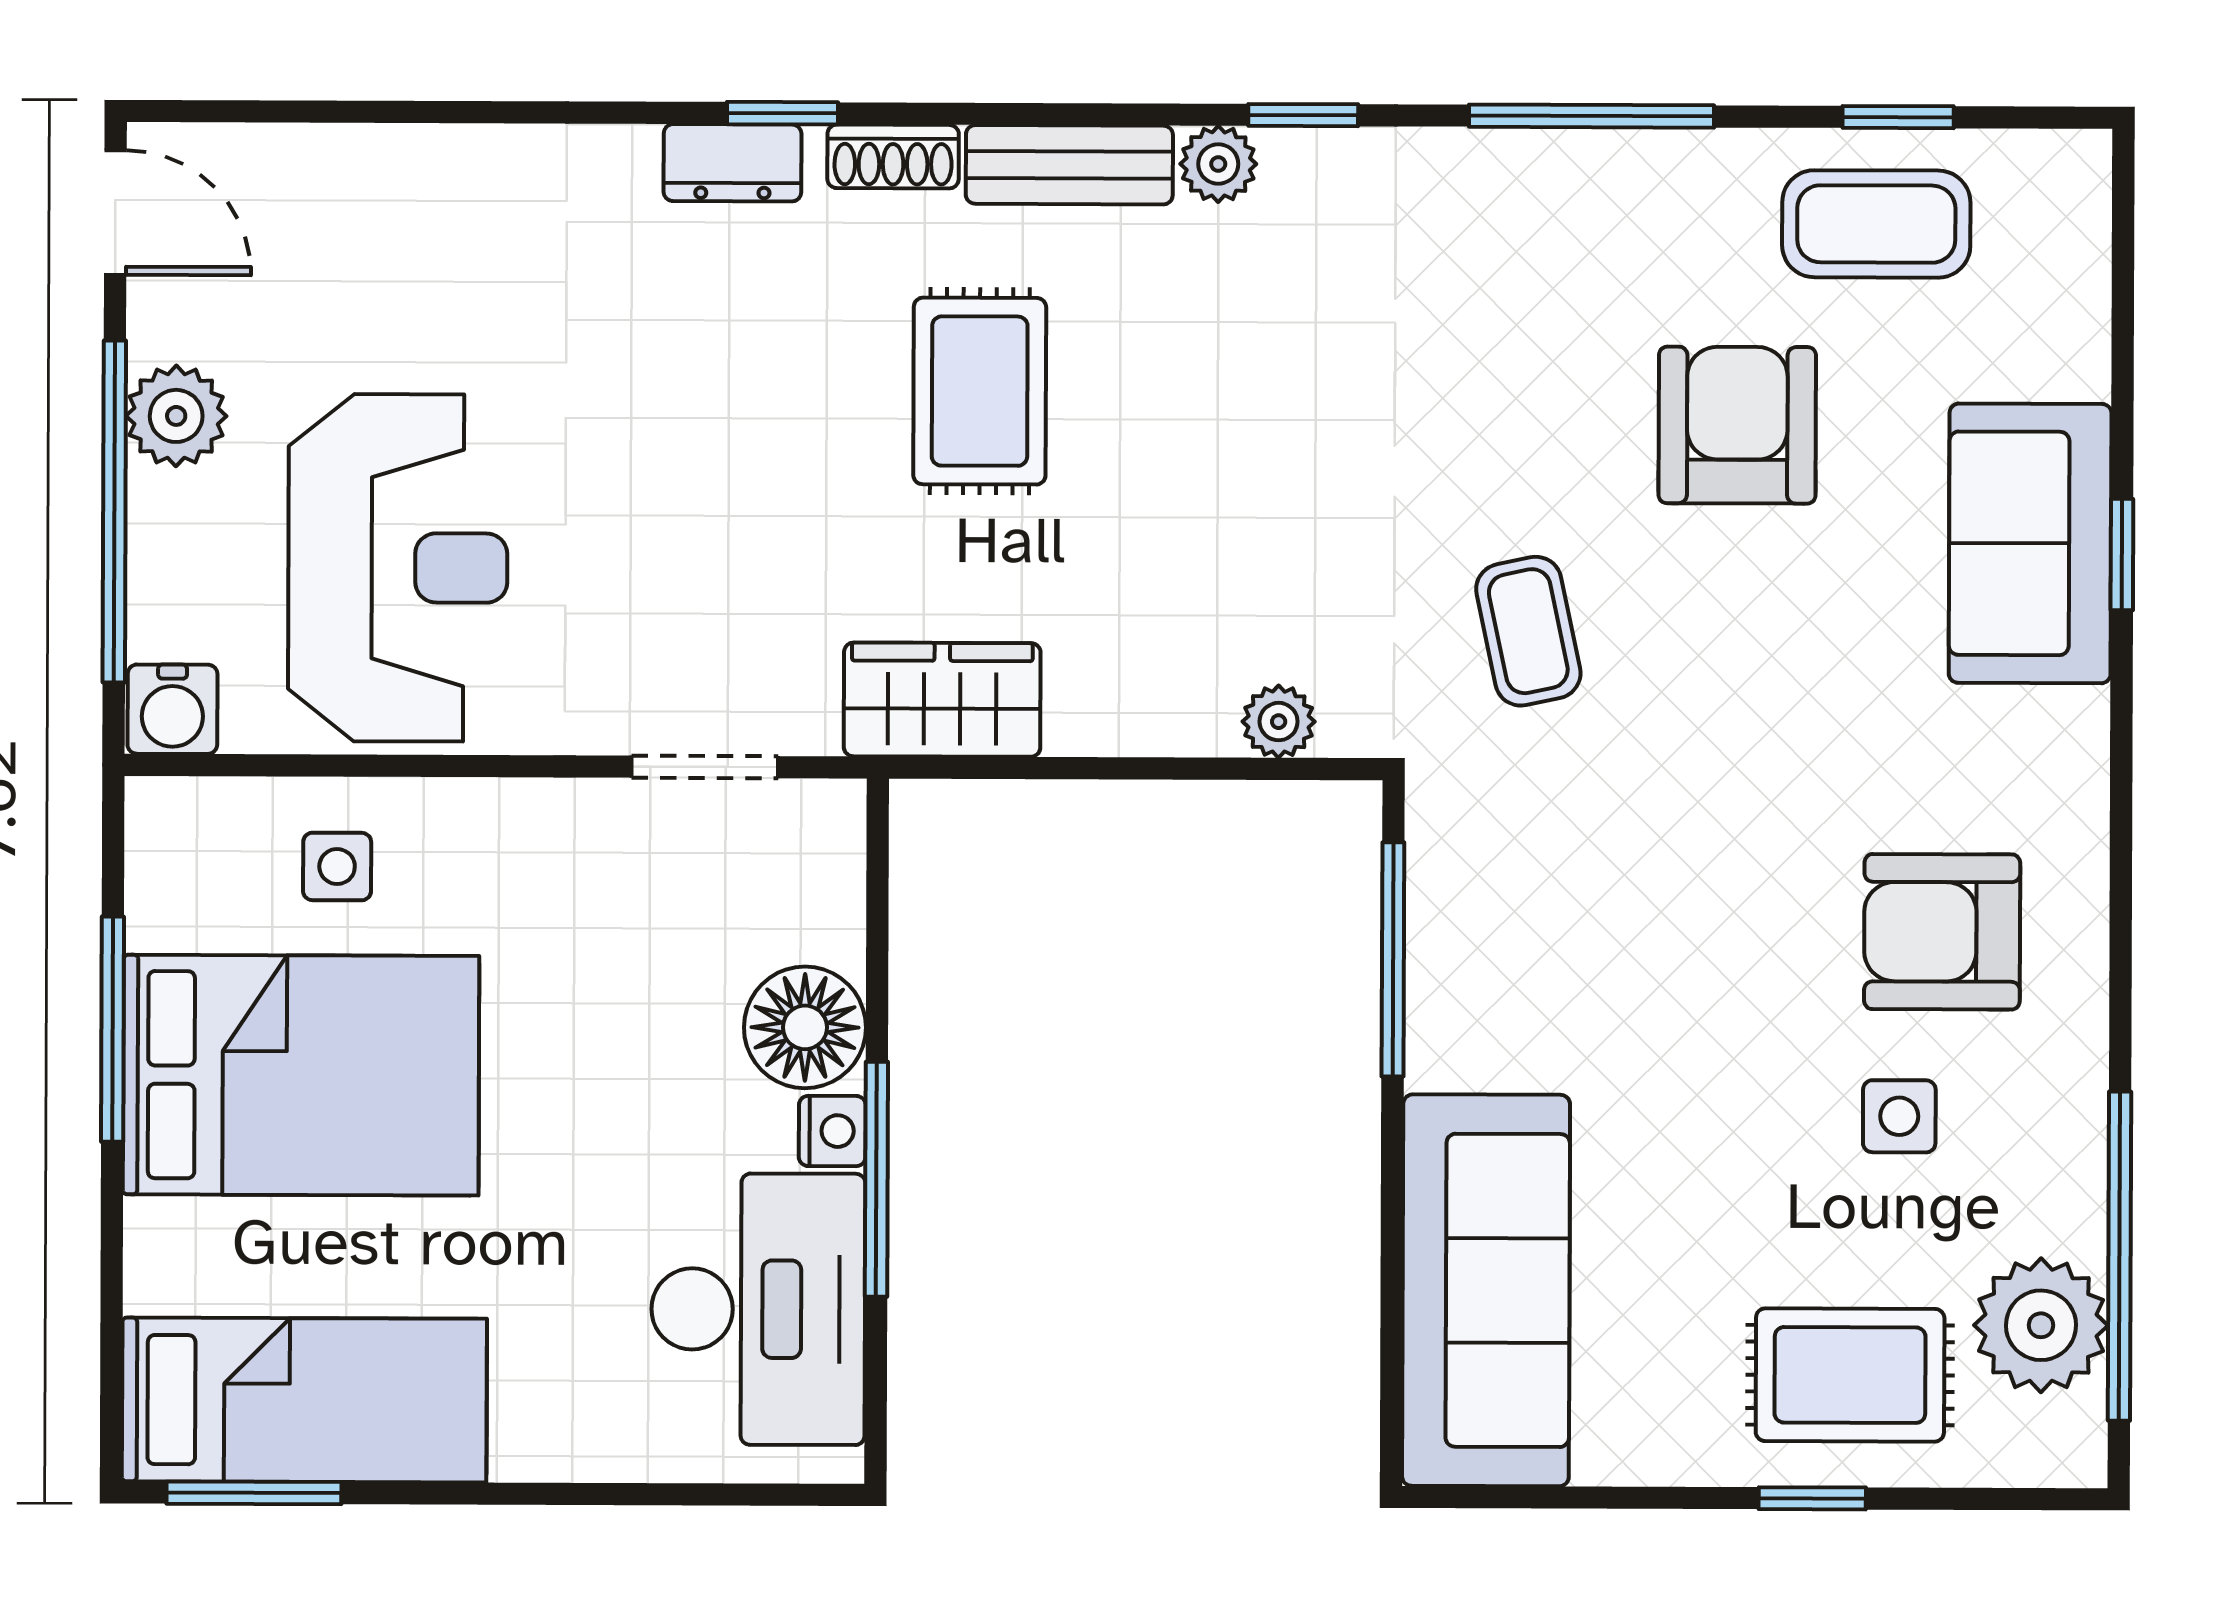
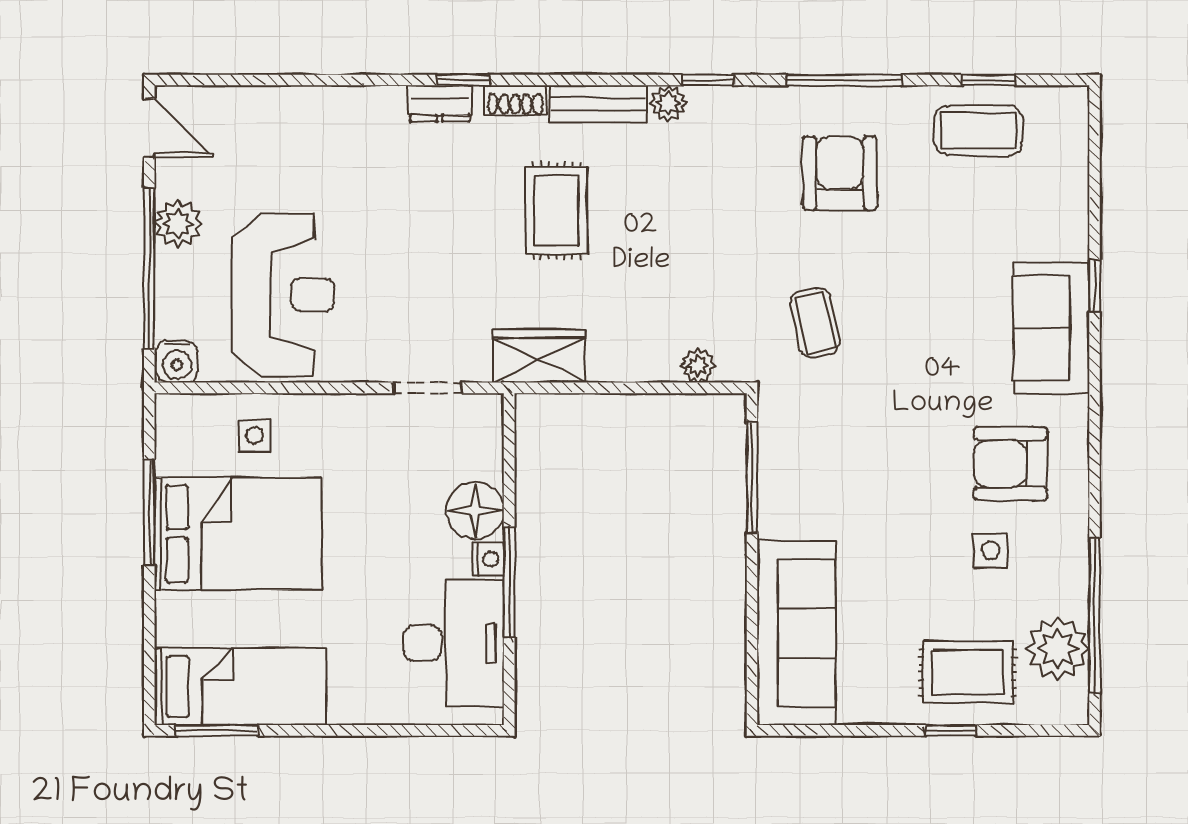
armchair: (1737, 425) -> (840, 173), moved
sofa: (2030, 543) -> (1051, 328), moved

